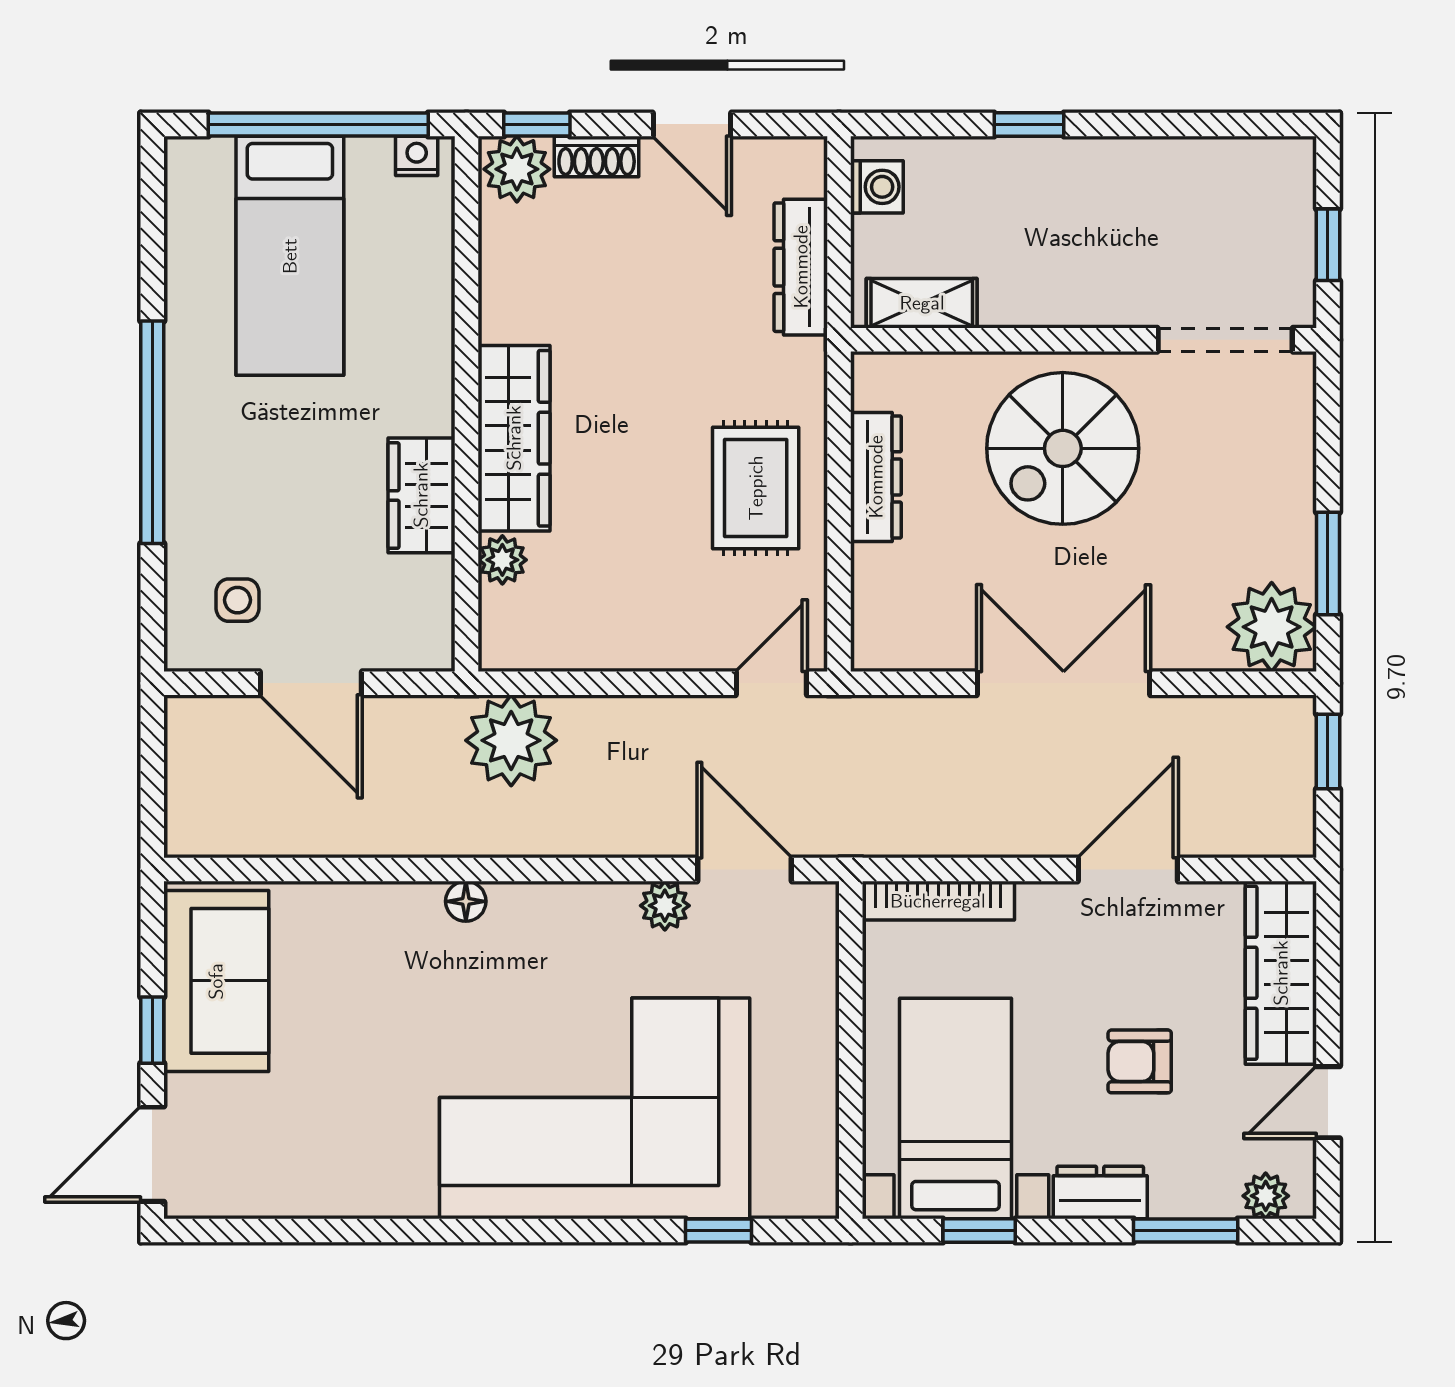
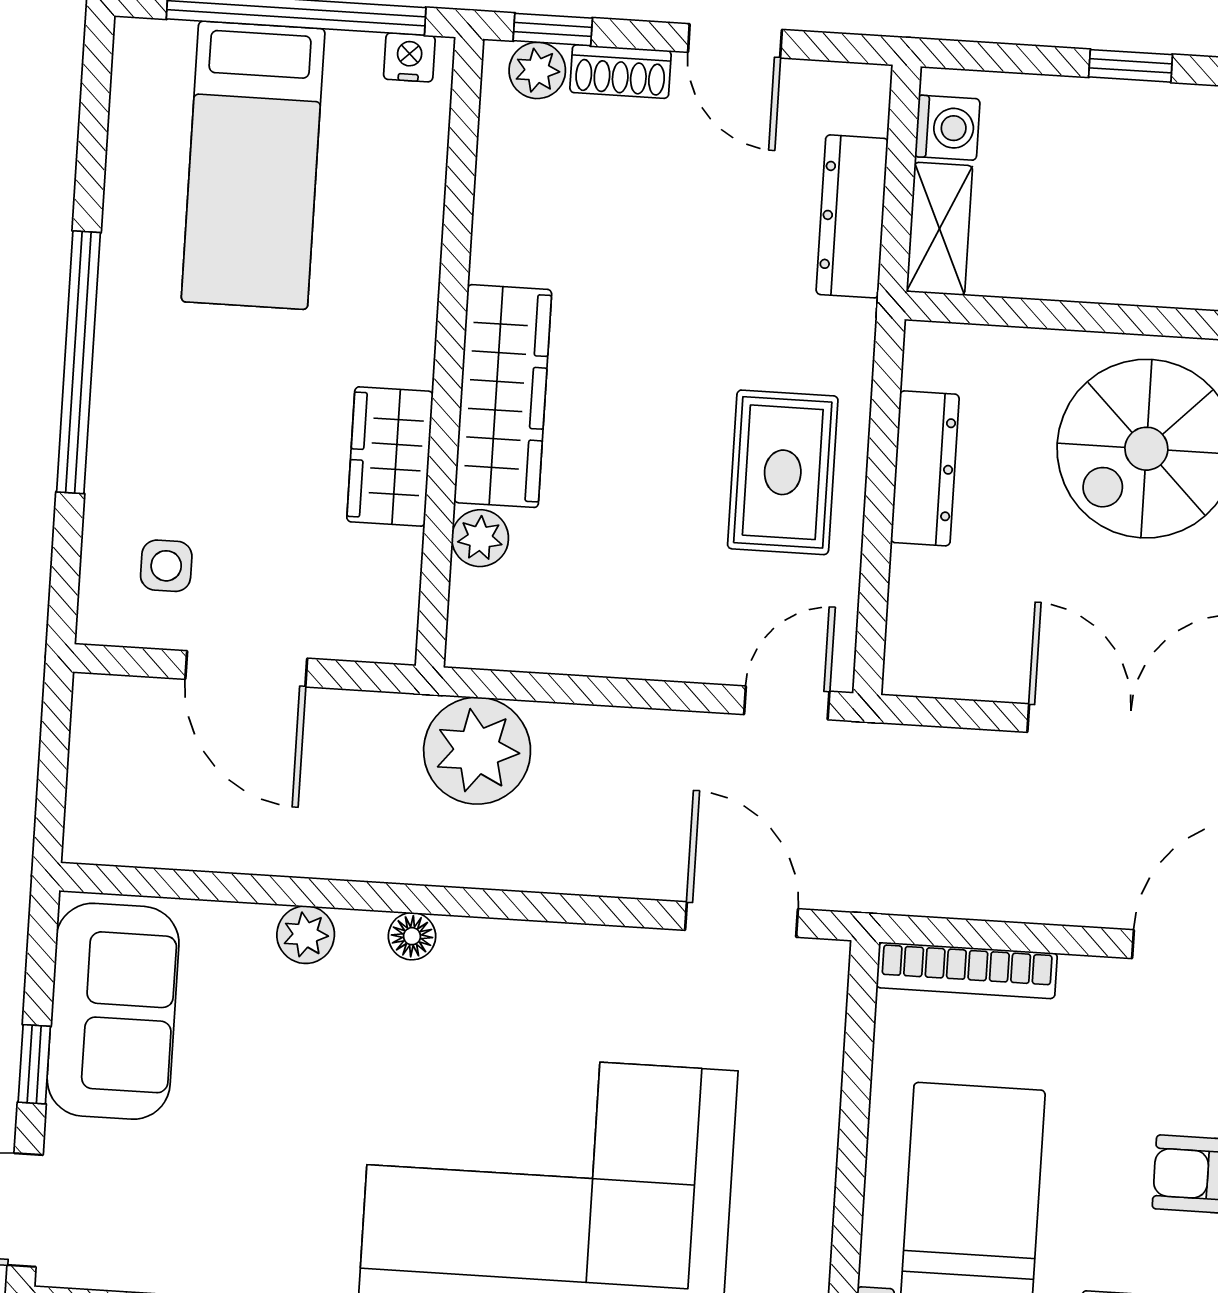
plant: (517, 169) -> (537, 70), width x0.73, depth x0.73
shelving: (922, 303) -> (939, 229), moved, turned 90
plant: (665, 906) -> (306, 935), moved

